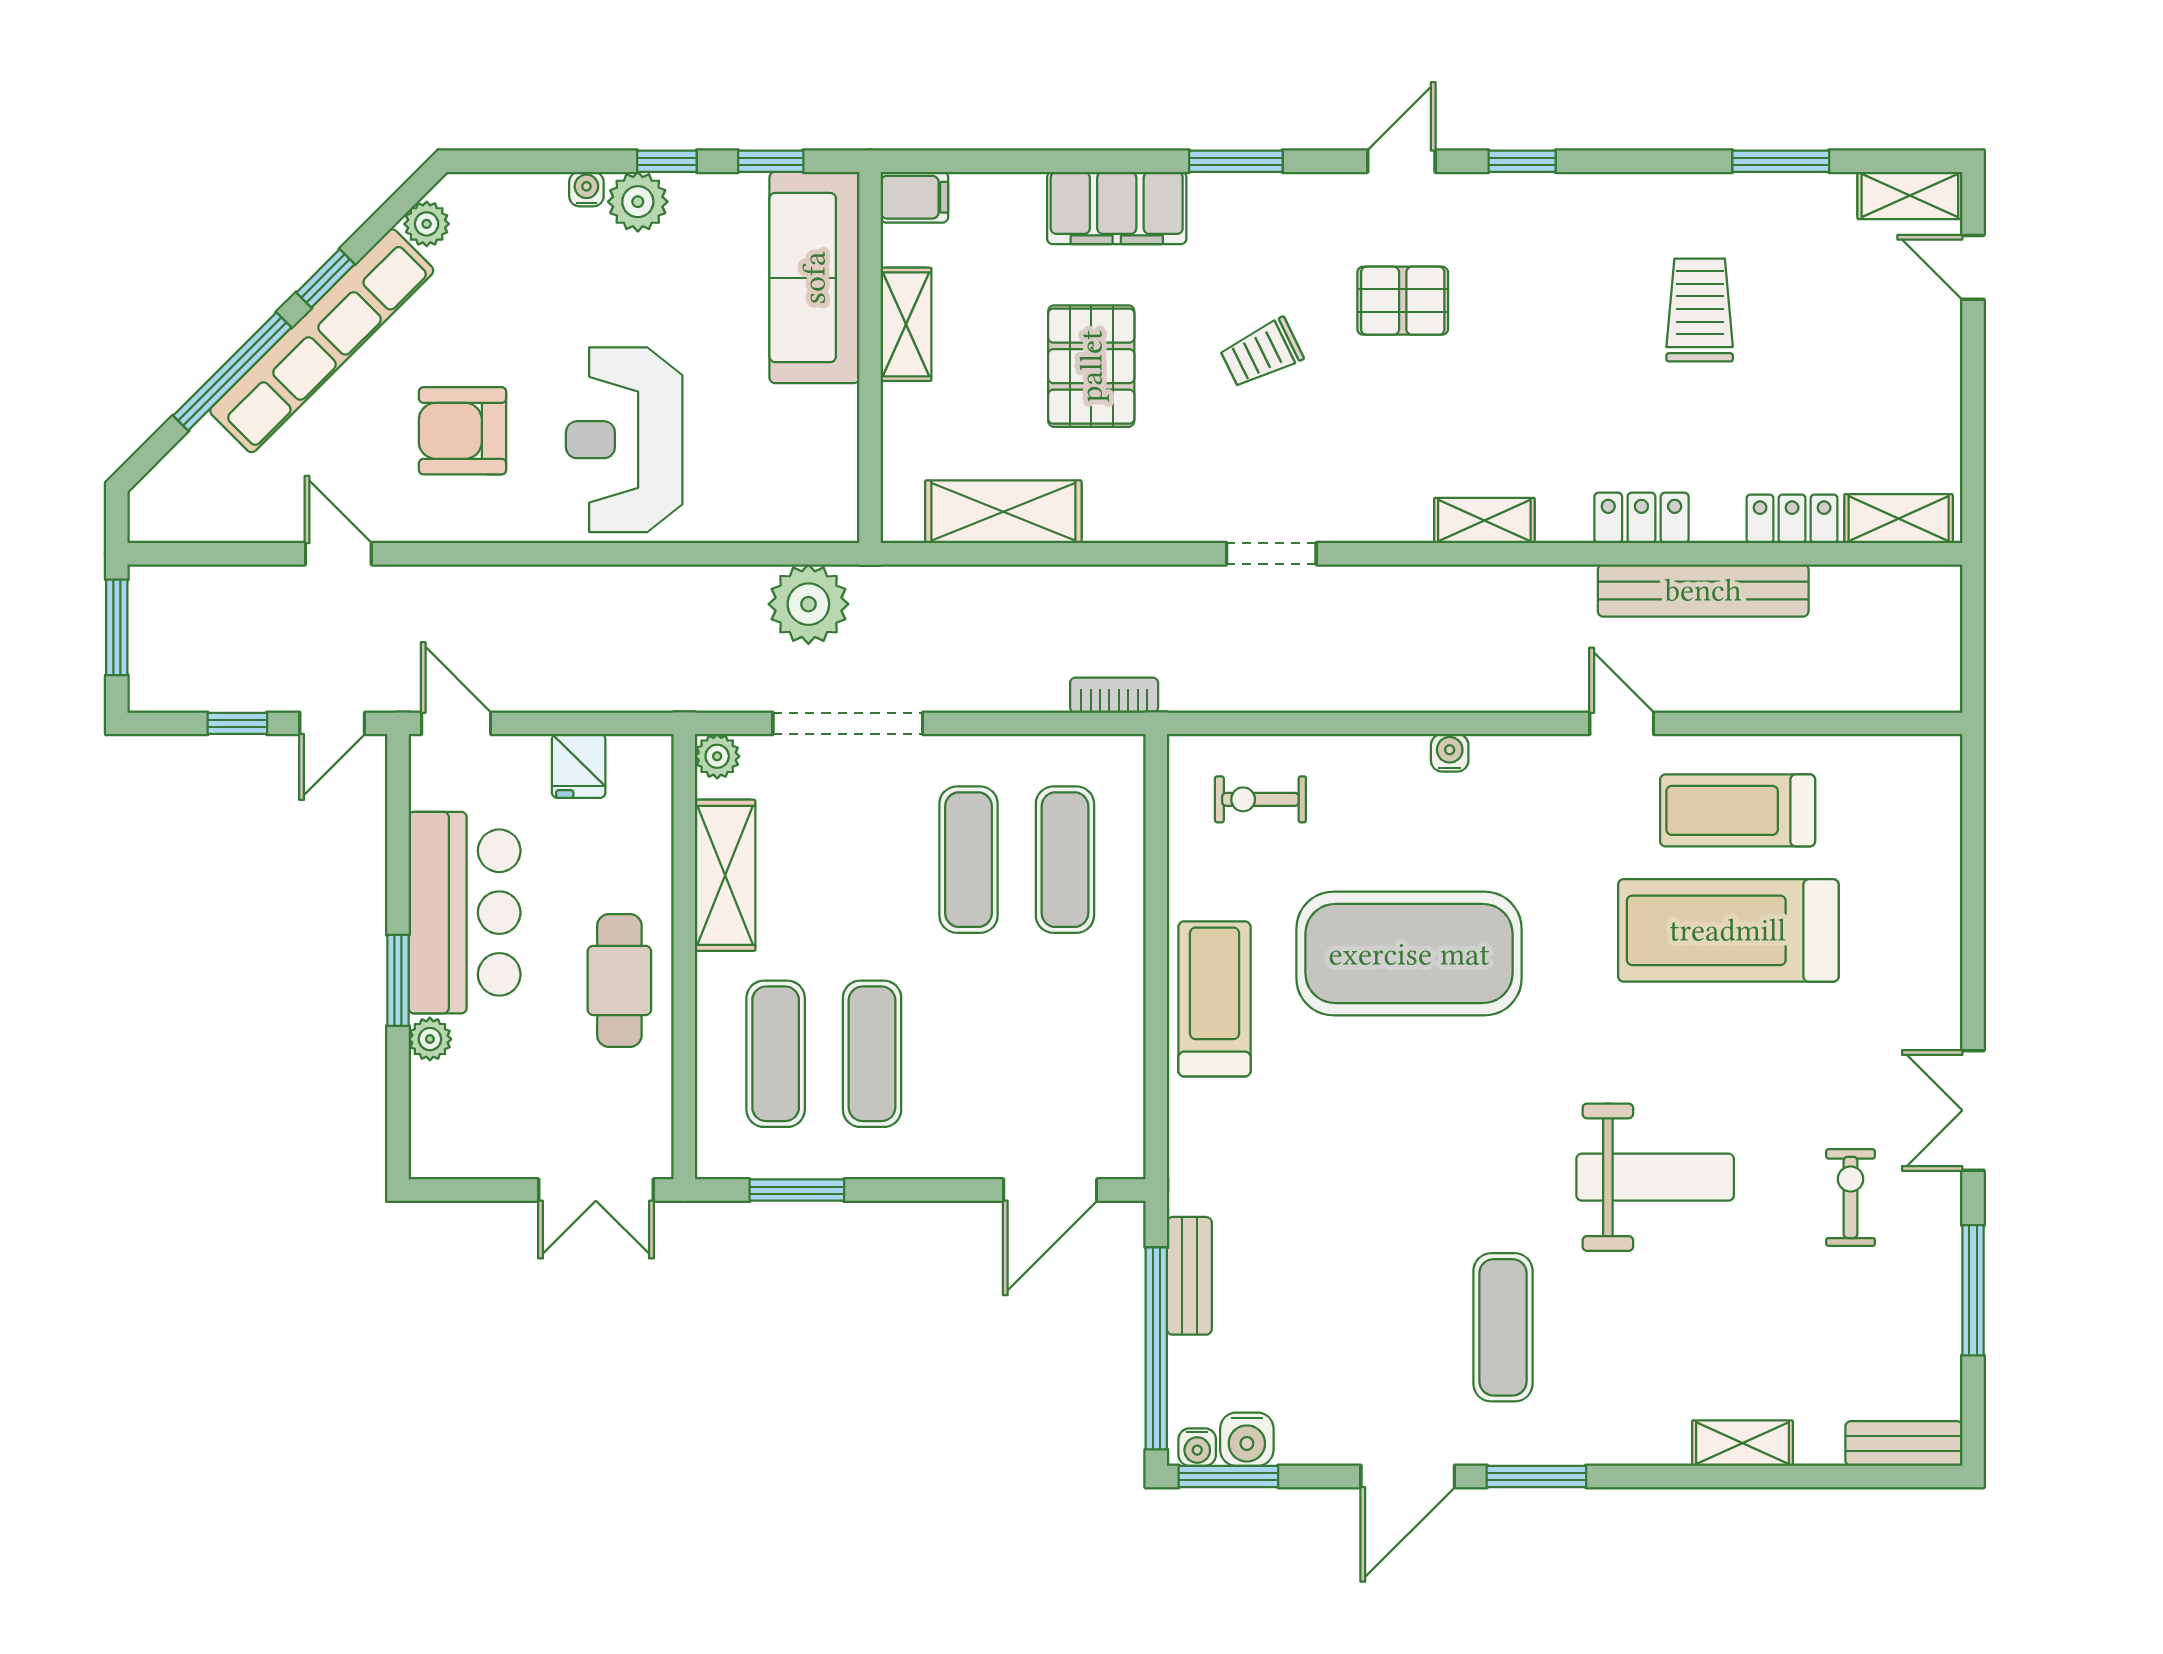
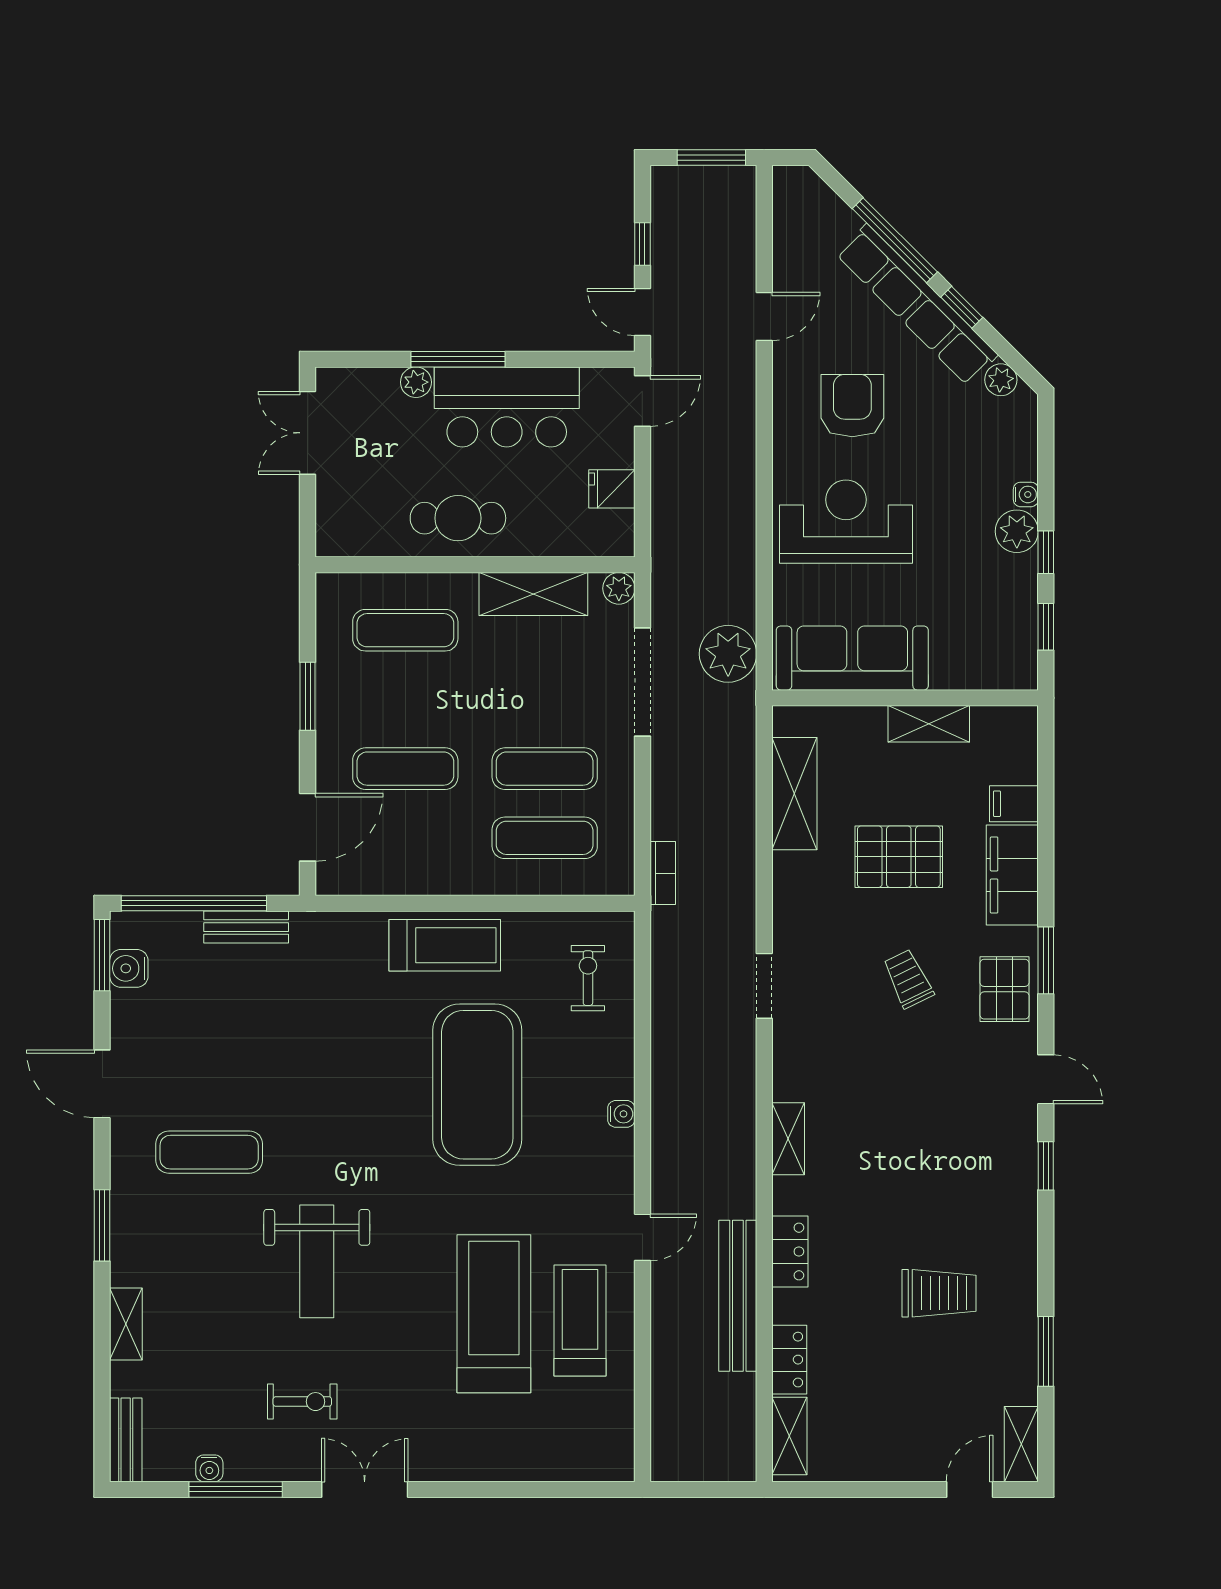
filing cabinet: (914, 197) -> (1014, 804), moved, turned 90
sofa: (814, 278) -> (852, 658), moved
pallet: (1403, 301) -> (1005, 989), moved
window: (398, 980) -> (458, 359), width x1.44
exercise mat: (872, 1054) -> (405, 769), moved
double door: (596, 1190) -> (308, 433), moved
window: (797, 1190) -> (308, 696), moved
door: (1050, 1190) -> (308, 827), swing flipped
water cooler: (1197, 1447) -> (209, 1468), moved, turned -90
window: (1536, 1476) -> (102, 1225), moved

